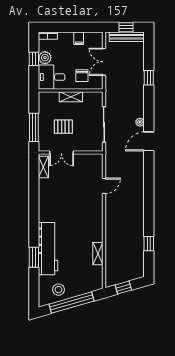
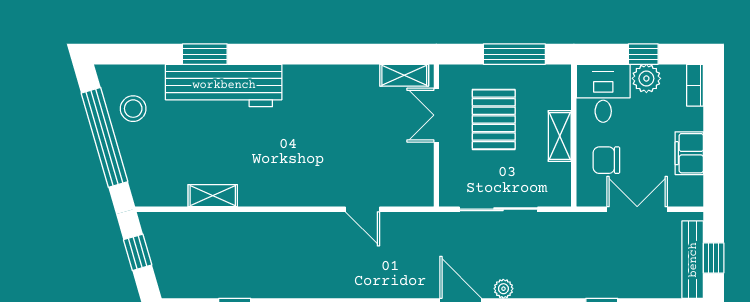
filing cabinet: (79, 38) -> (689, 153), width x2.00
window: (34, 127) -> (514, 54), moved
pallet: (63, 127) -> (494, 119), width x1.50, depth x1.42

